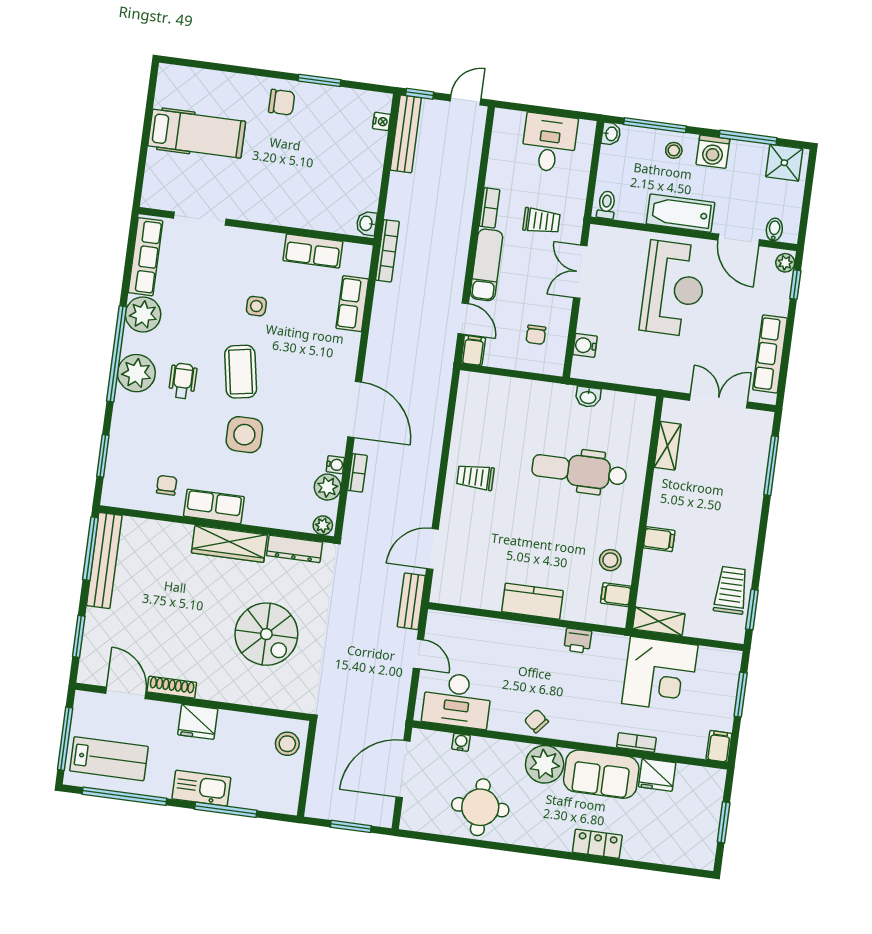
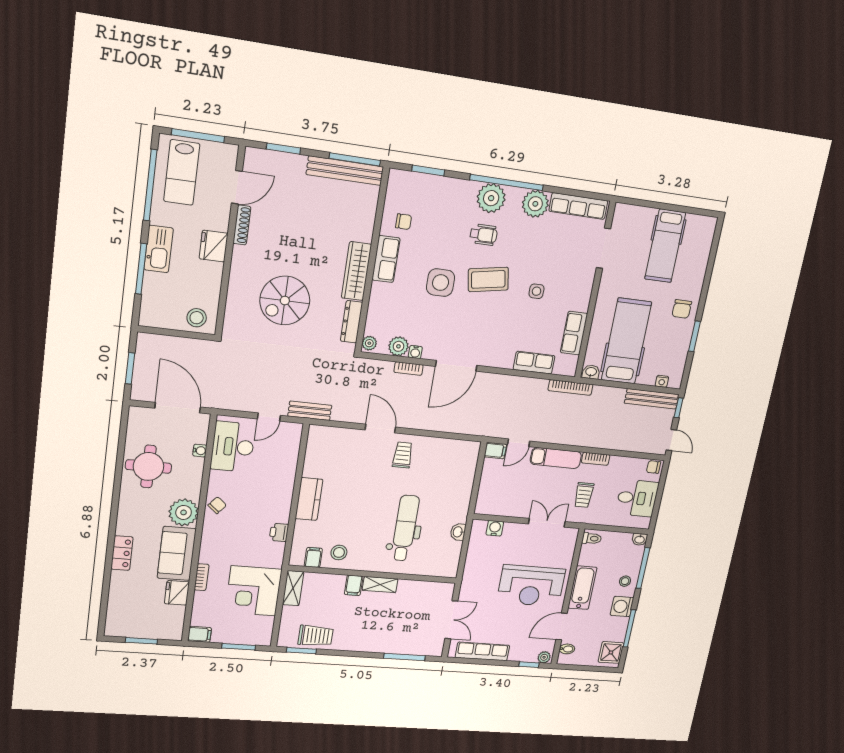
hospital bed: (325, 177) -> (626, 341), added
chair: (536, 335) -> (654, 467), moved
shelving: (668, 446) -> (380, 585), moved
door: (432, 549) -> (380, 429), moved

